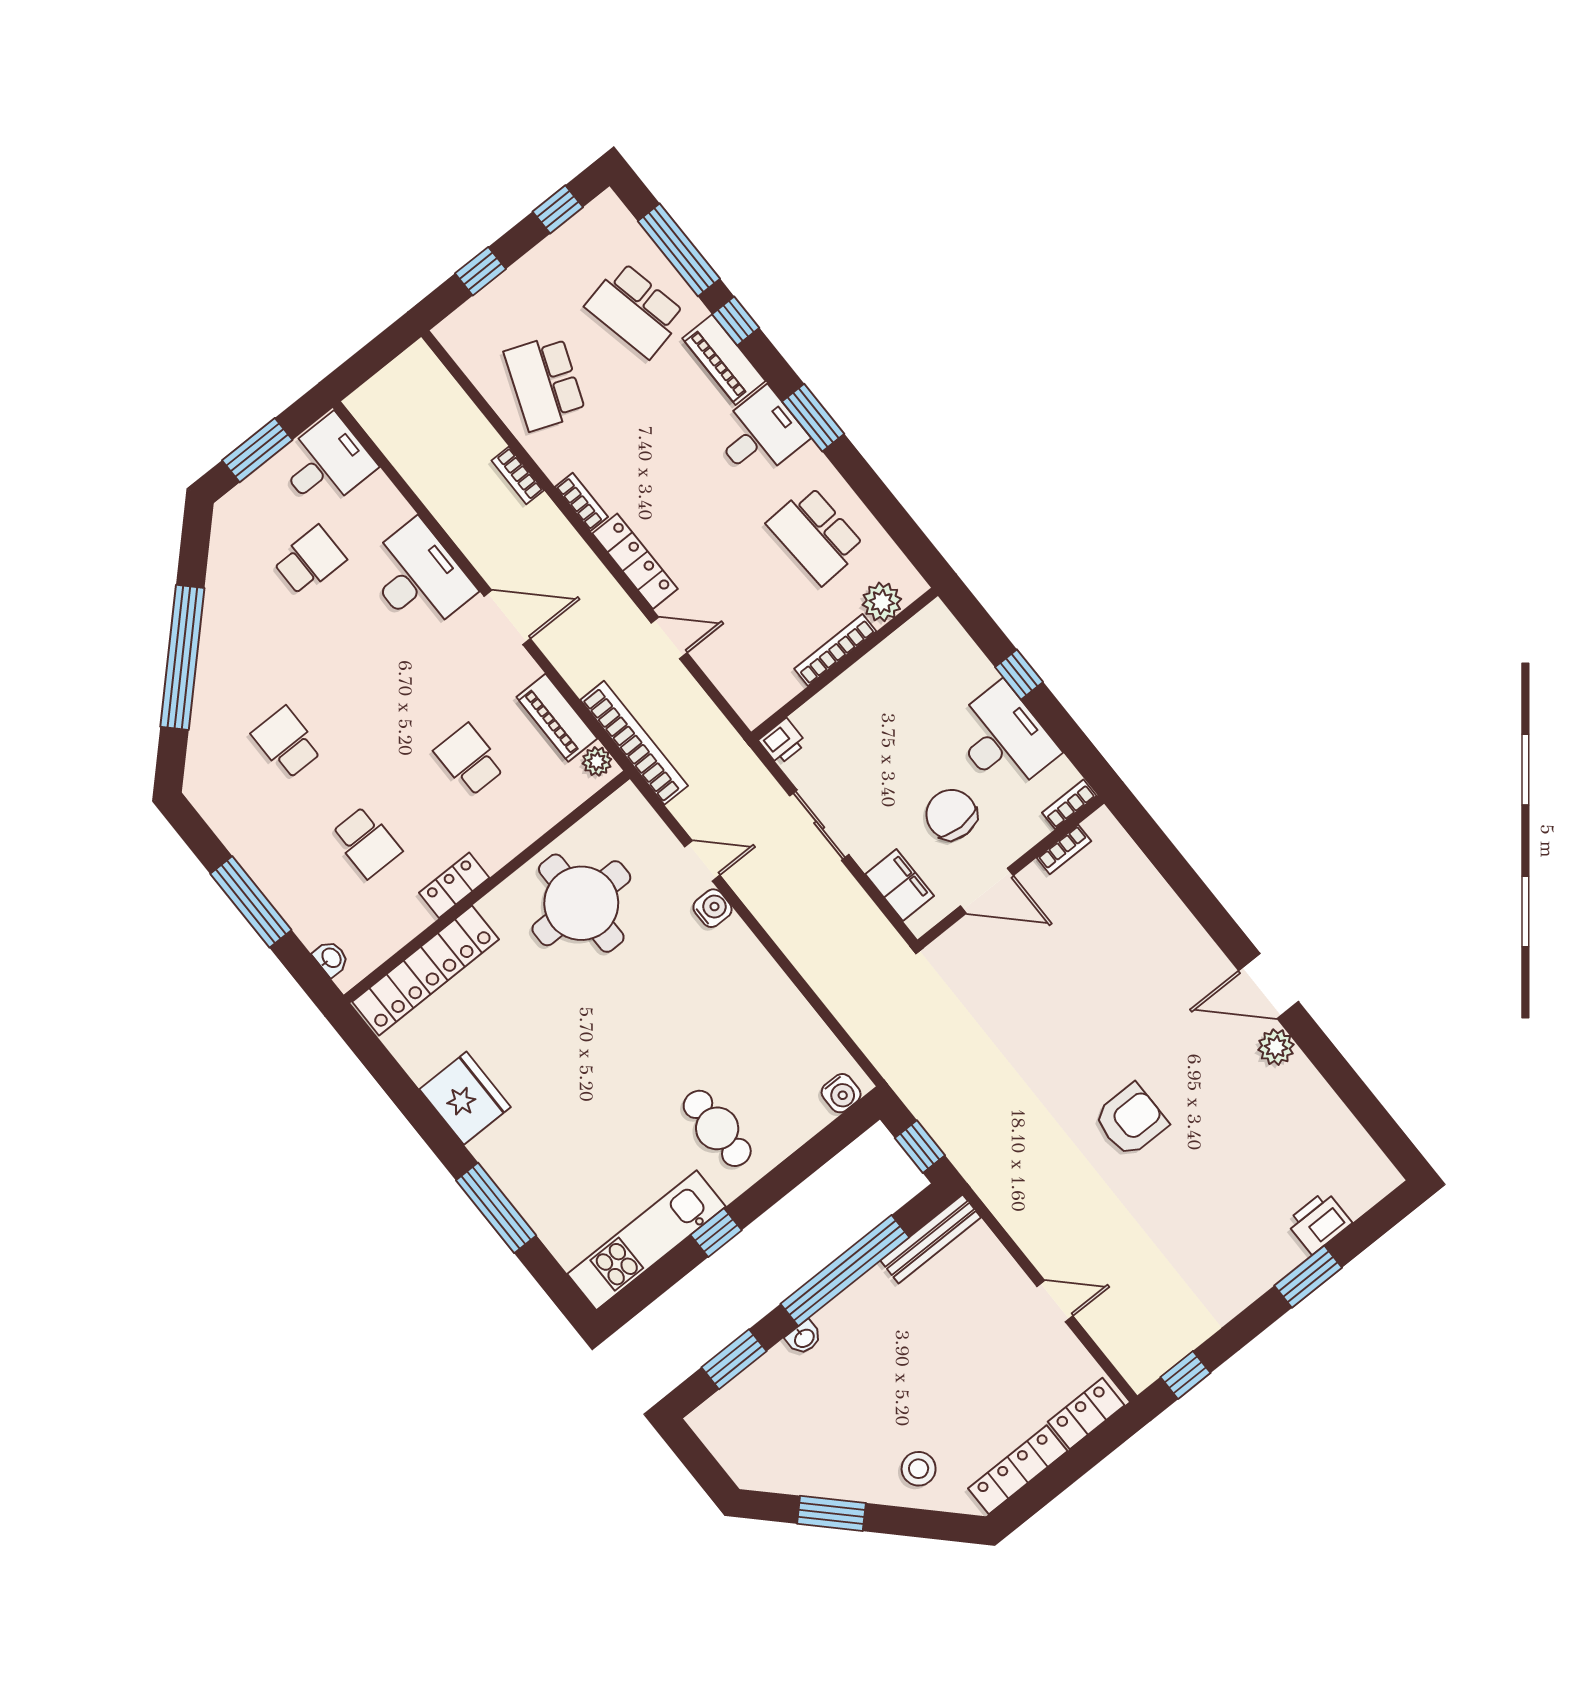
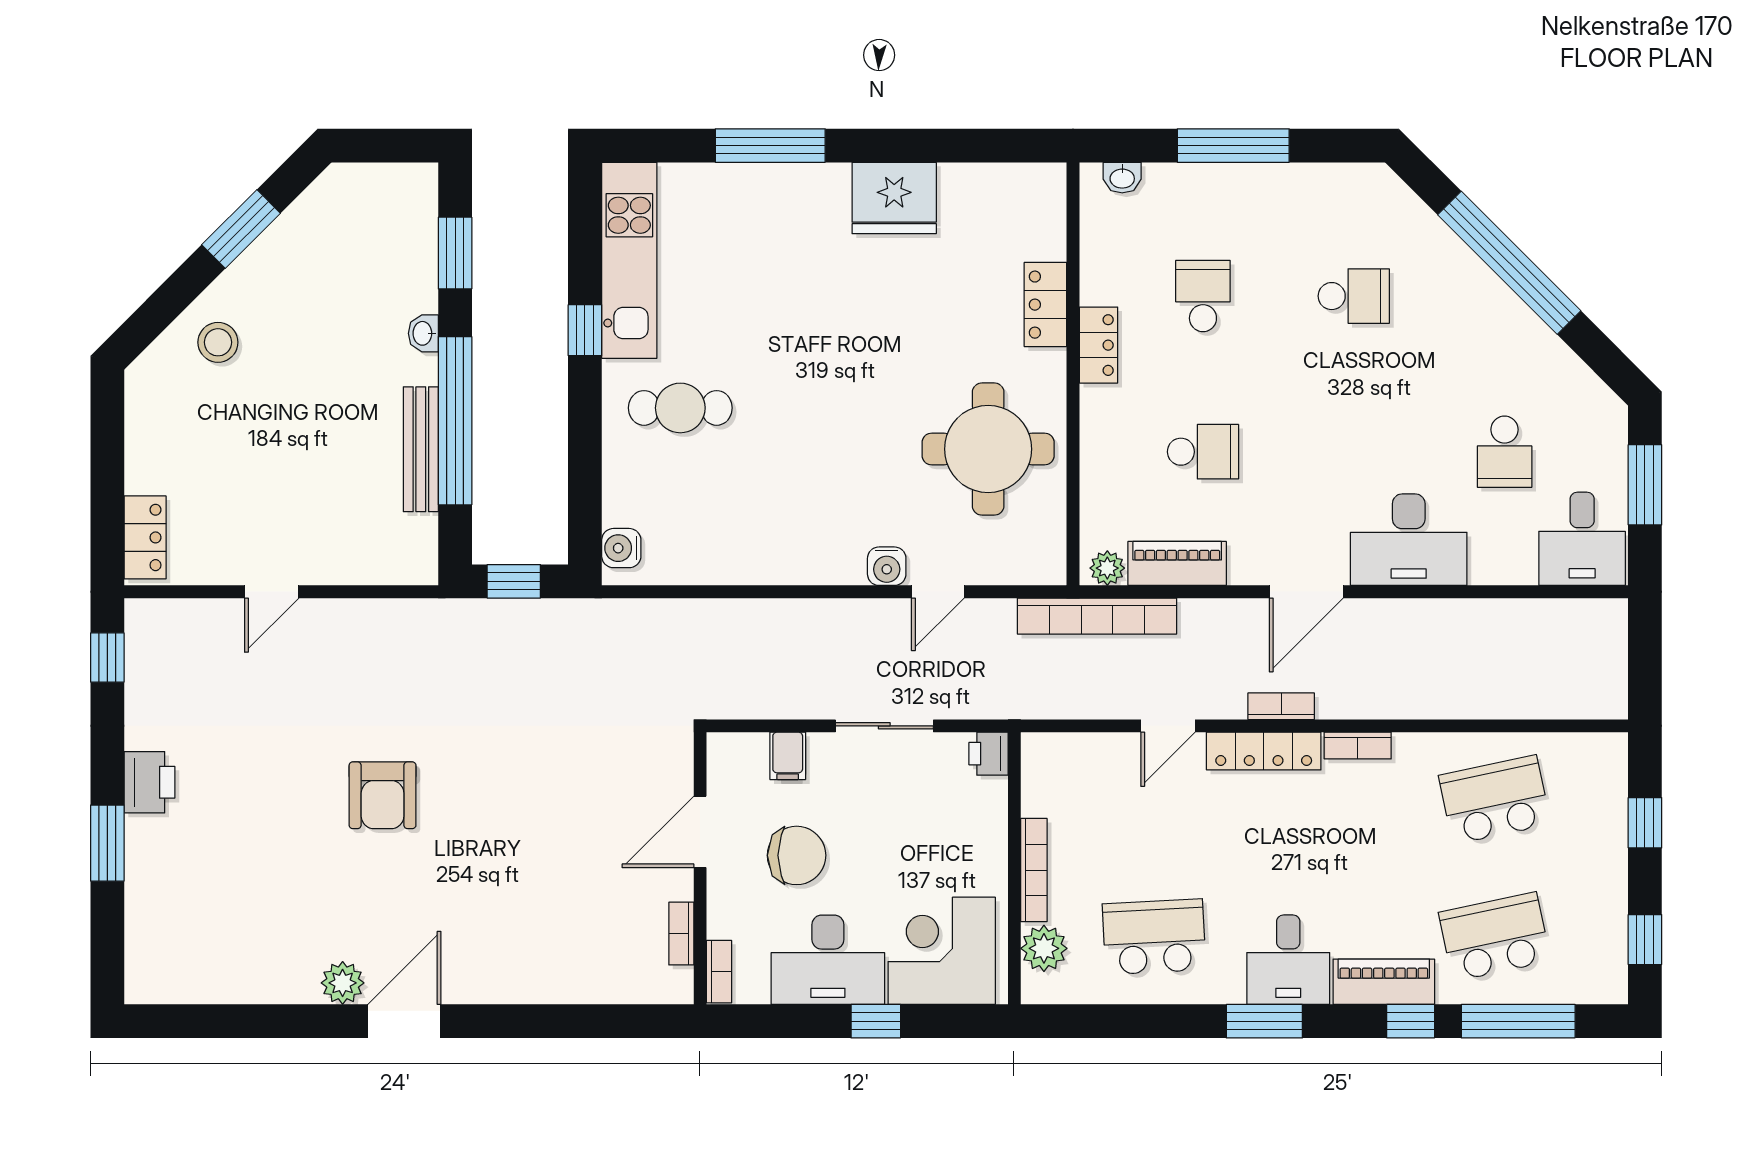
school desk: (545, 383) -> (1495, 800), turned -33
bookcase: (518, 475) -> (1281, 706), moved
corner desk: (938, 668) -> (942, 951), added
school desk: (366, 842) -> (1203, 296), turned 90
filing cabinet: (900, 885) -> (788, 756), width x0.50
locker: (426, 970) -> (1045, 305), width x0.46, depth x0.83
printer: (1319, 1222) -> (149, 782), moved
bench: (931, 1239) -> (421, 449), moved
locker: (1018, 1470) -> (144, 433), removed

